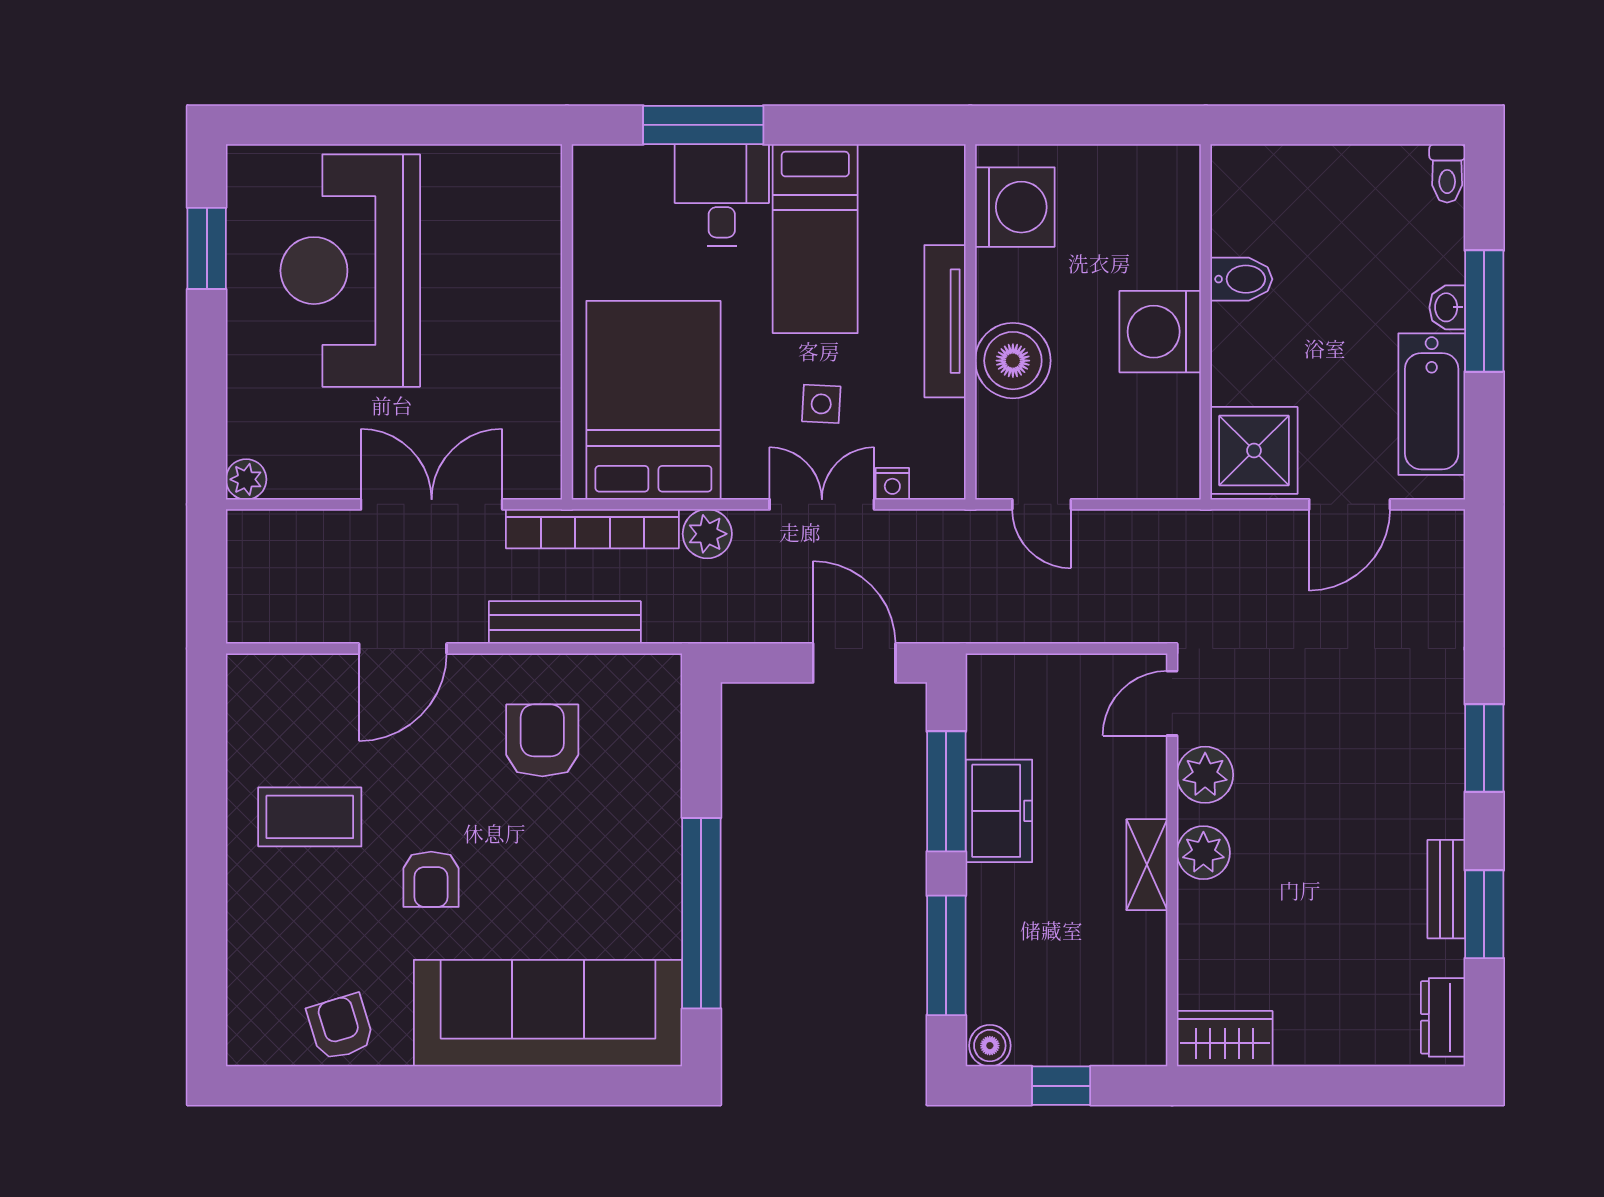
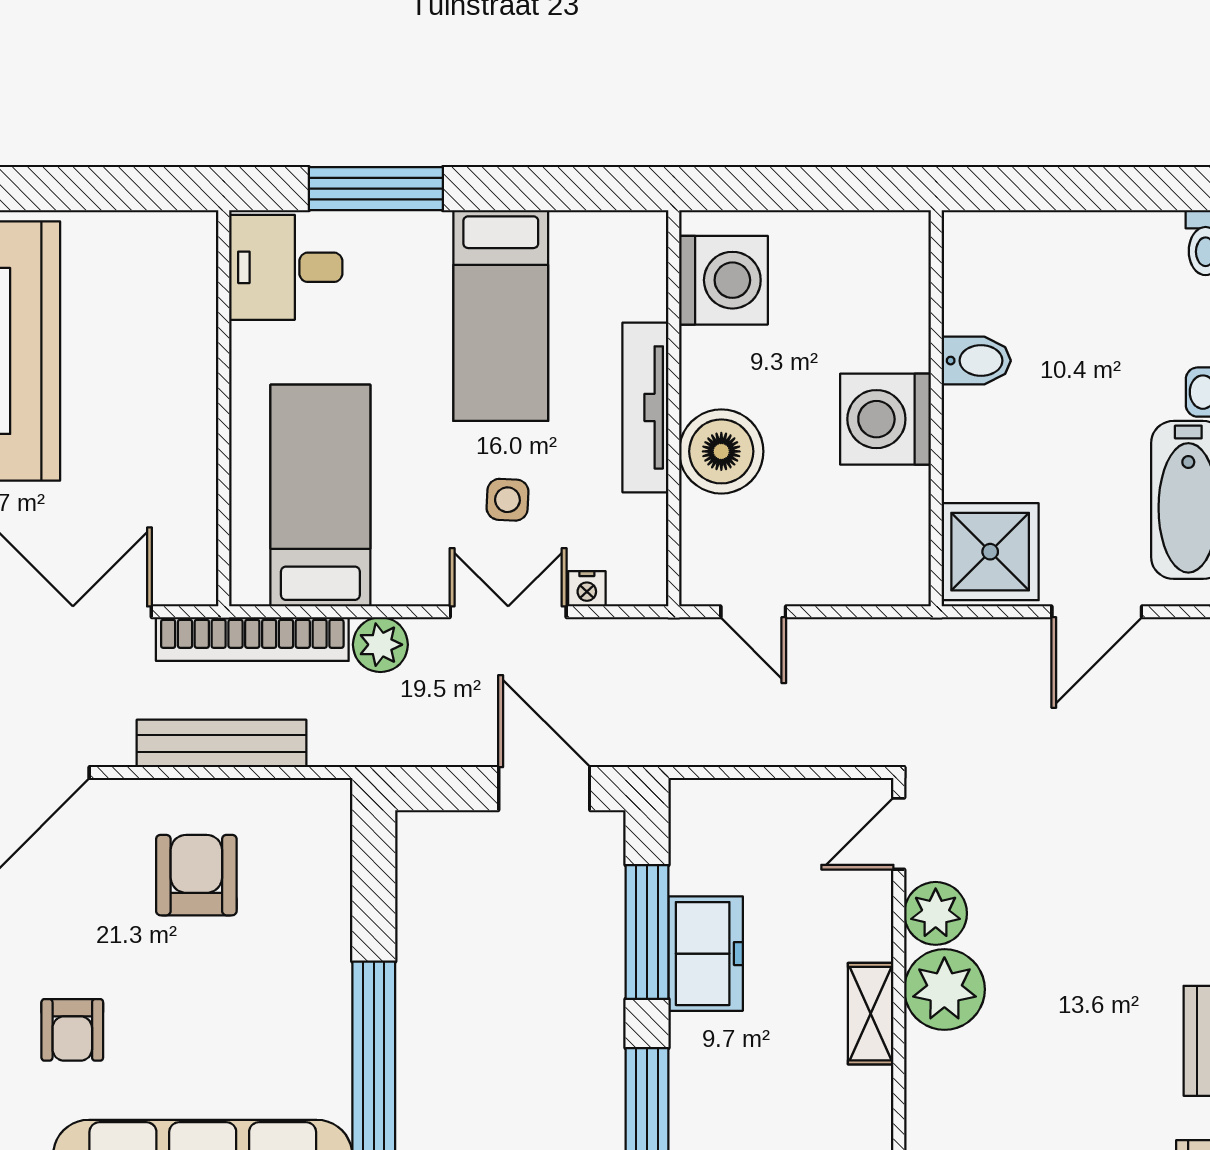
desk: (722, 195) -> (286, 267), moved, turned -90
bed: (653, 400) -> (320, 496), width x0.67
plant: (1203, 853) -> (944, 989), width x1.36, depth x1.36

